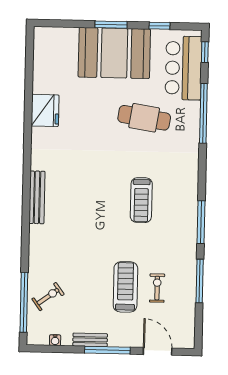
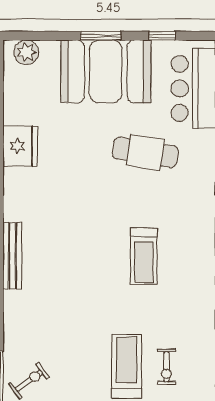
plant: (52, 36) -> (26, 52), added
exercise bike: (157, 288) -> (166, 367), turned 180

